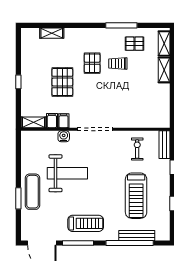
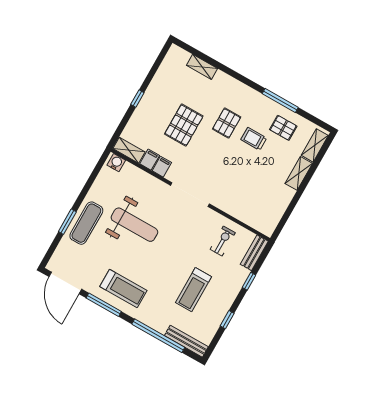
water cooler: (64, 136) -> (116, 163), moved
treadmill: (136, 196) -> (194, 290), width x0.73, depth x0.73
bench: (137, 235) -> (186, 341), moved

